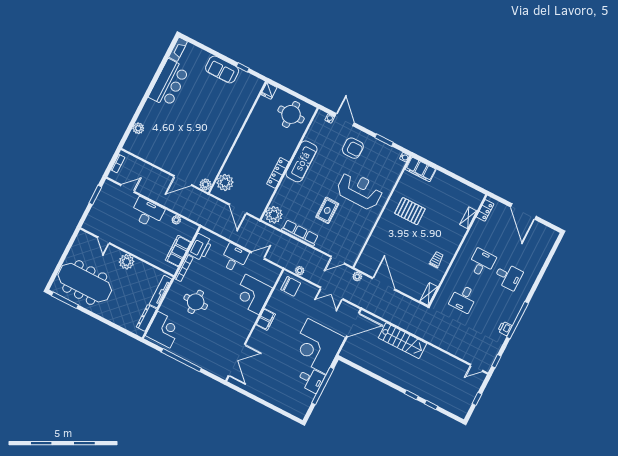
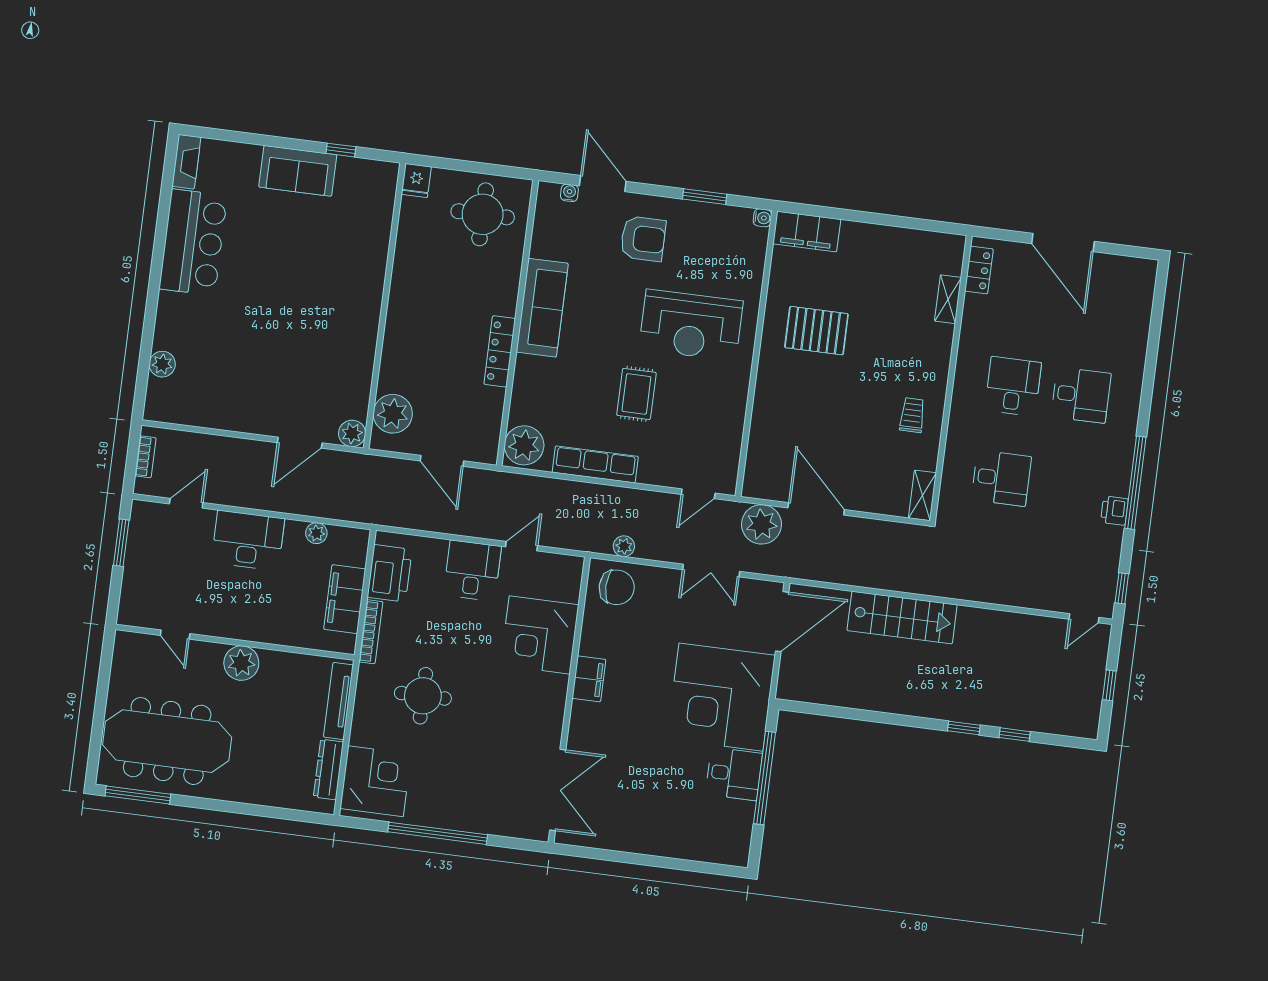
reception desk: (360, 190) -> (691, 325), turned 180
plant: (357, 277) -> (761, 524), width x1.88, depth x1.88
desk: (463, 299) -> (1001, 478), turned -90

